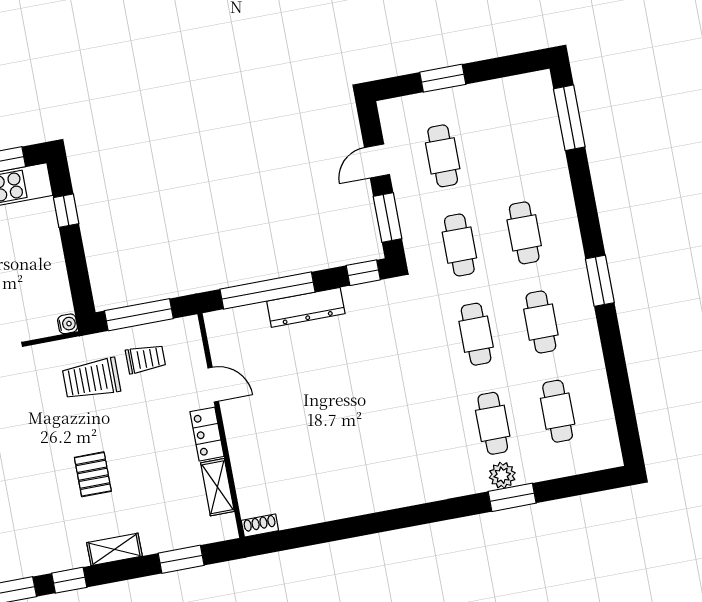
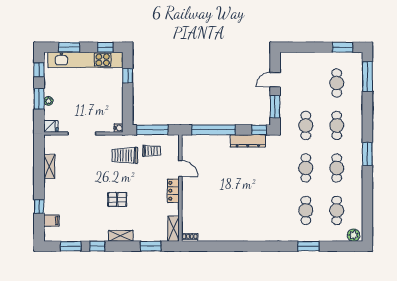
window: (443, 78) -> (343, 47), moved
cafe table: (443, 156) -> (337, 83), moved
dresser: (306, 307) -> (248, 141), moved
pallet: (93, 474) -> (117, 199), turned 90
plant: (502, 475) -> (354, 235), moved
shelving: (217, 487) -> (174, 229), moved

